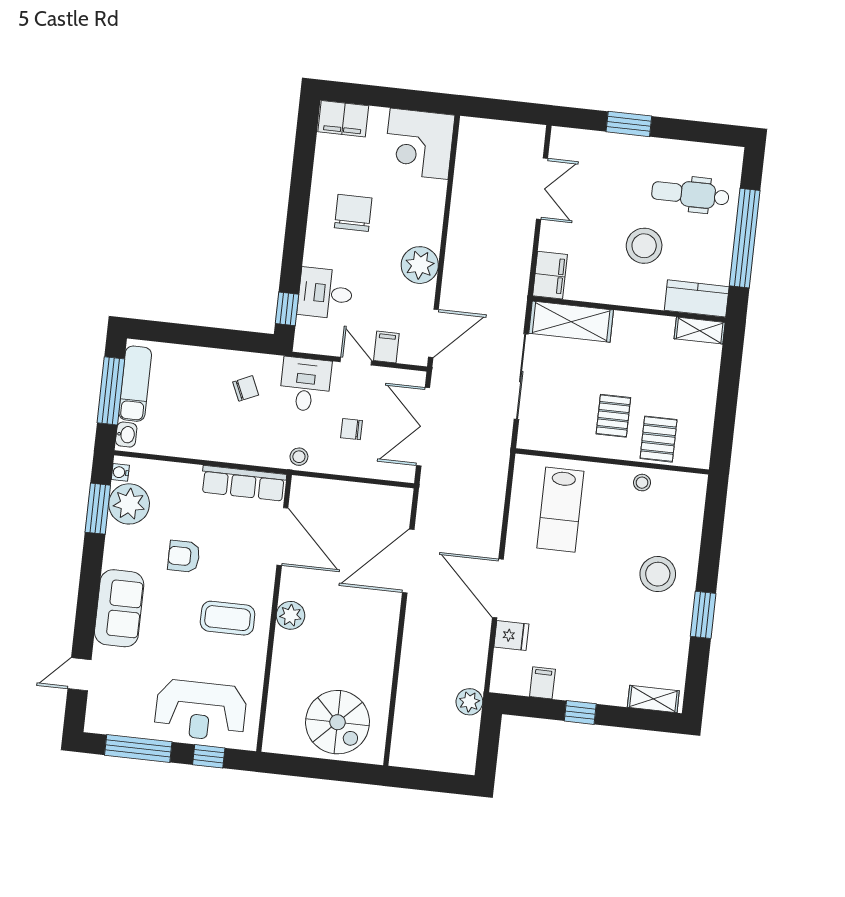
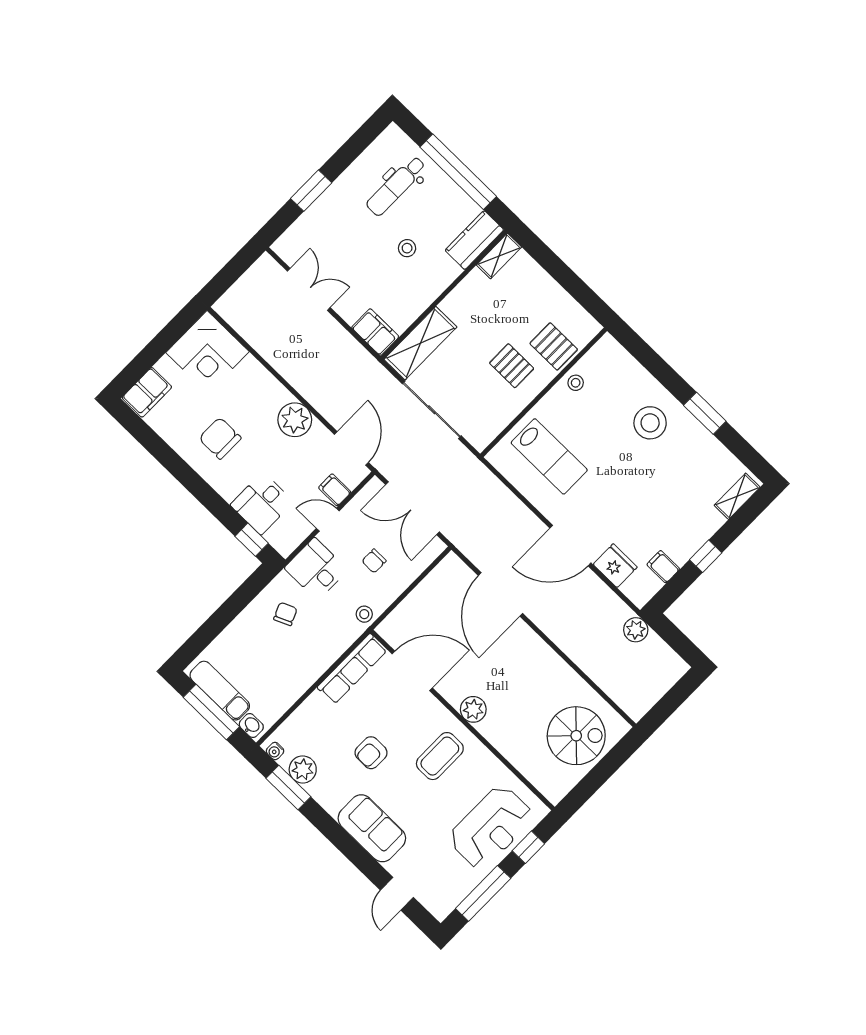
stool: (644, 246) -> (407, 248), width x0.53, depth x0.53
plant: (129, 504) -> (303, 769), width x0.73, depth x0.73
fridge: (511, 635) -> (615, 566), width x1.38

